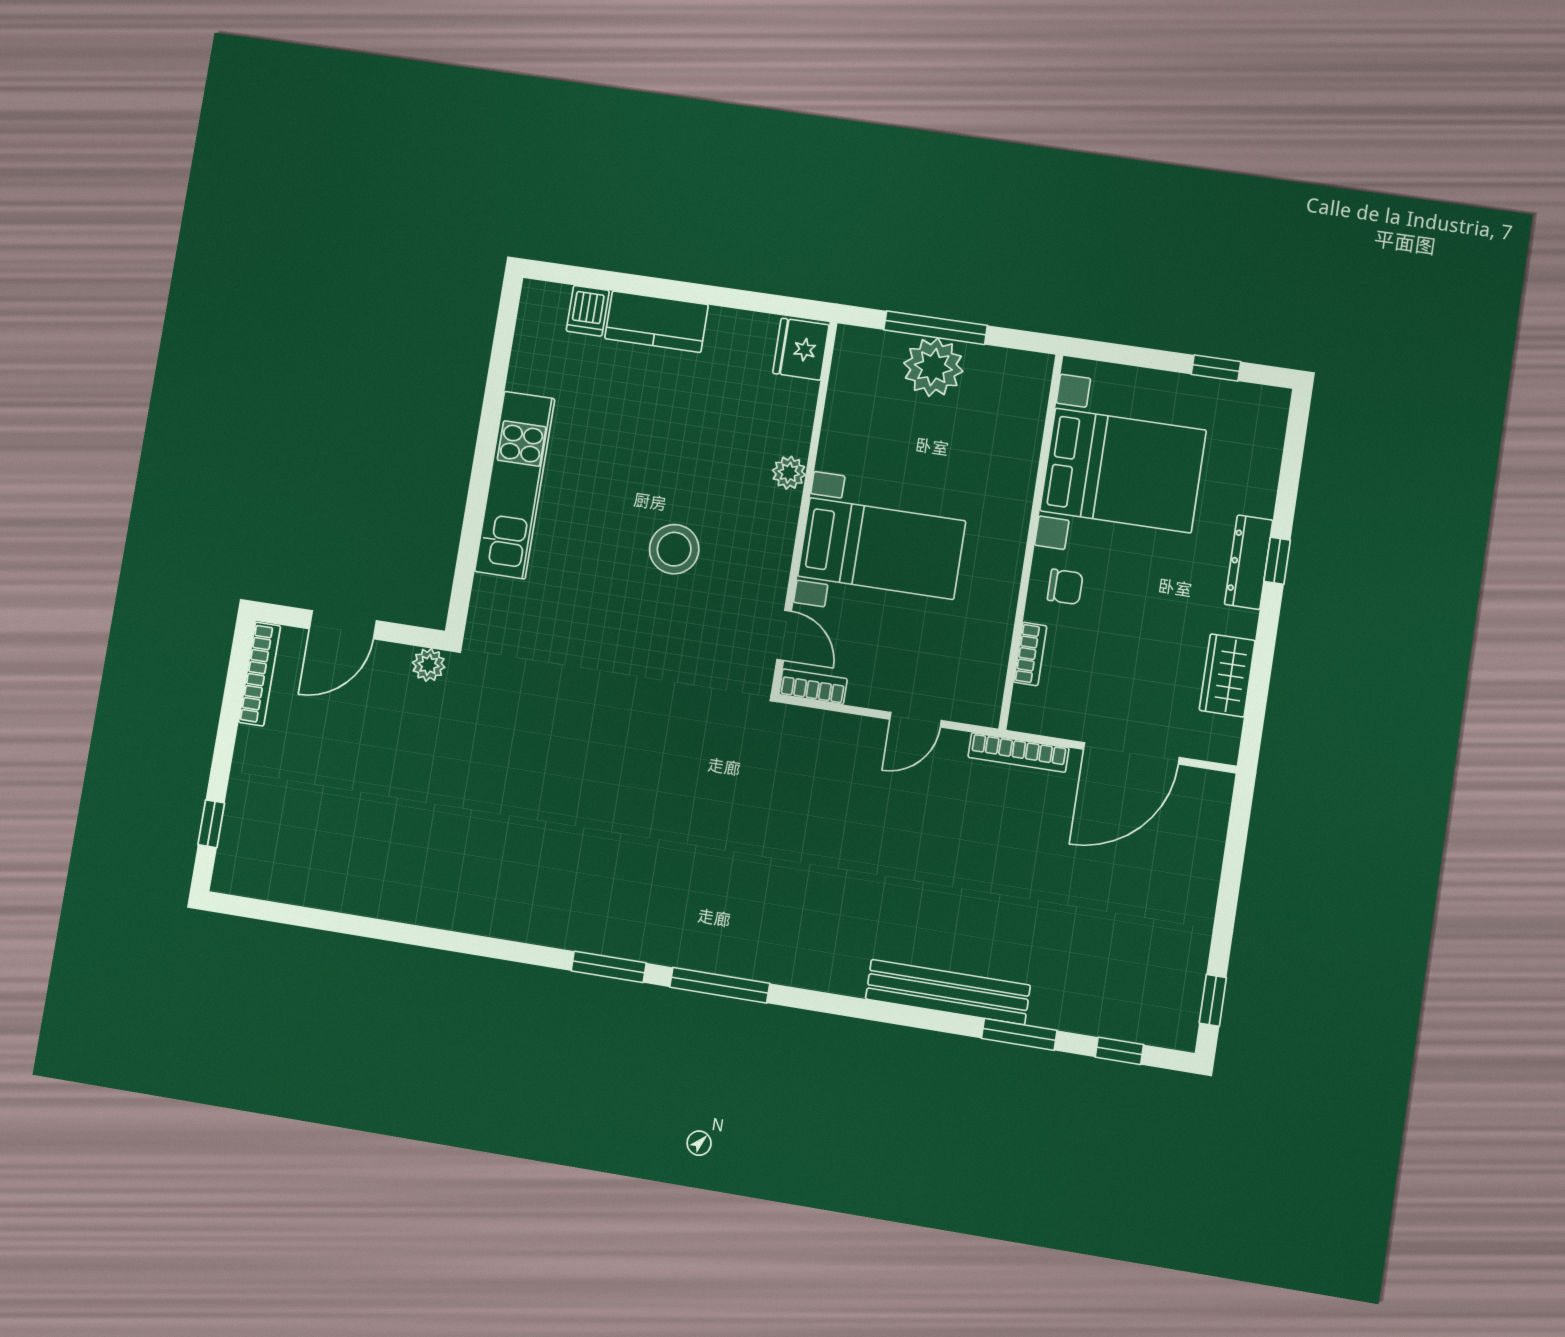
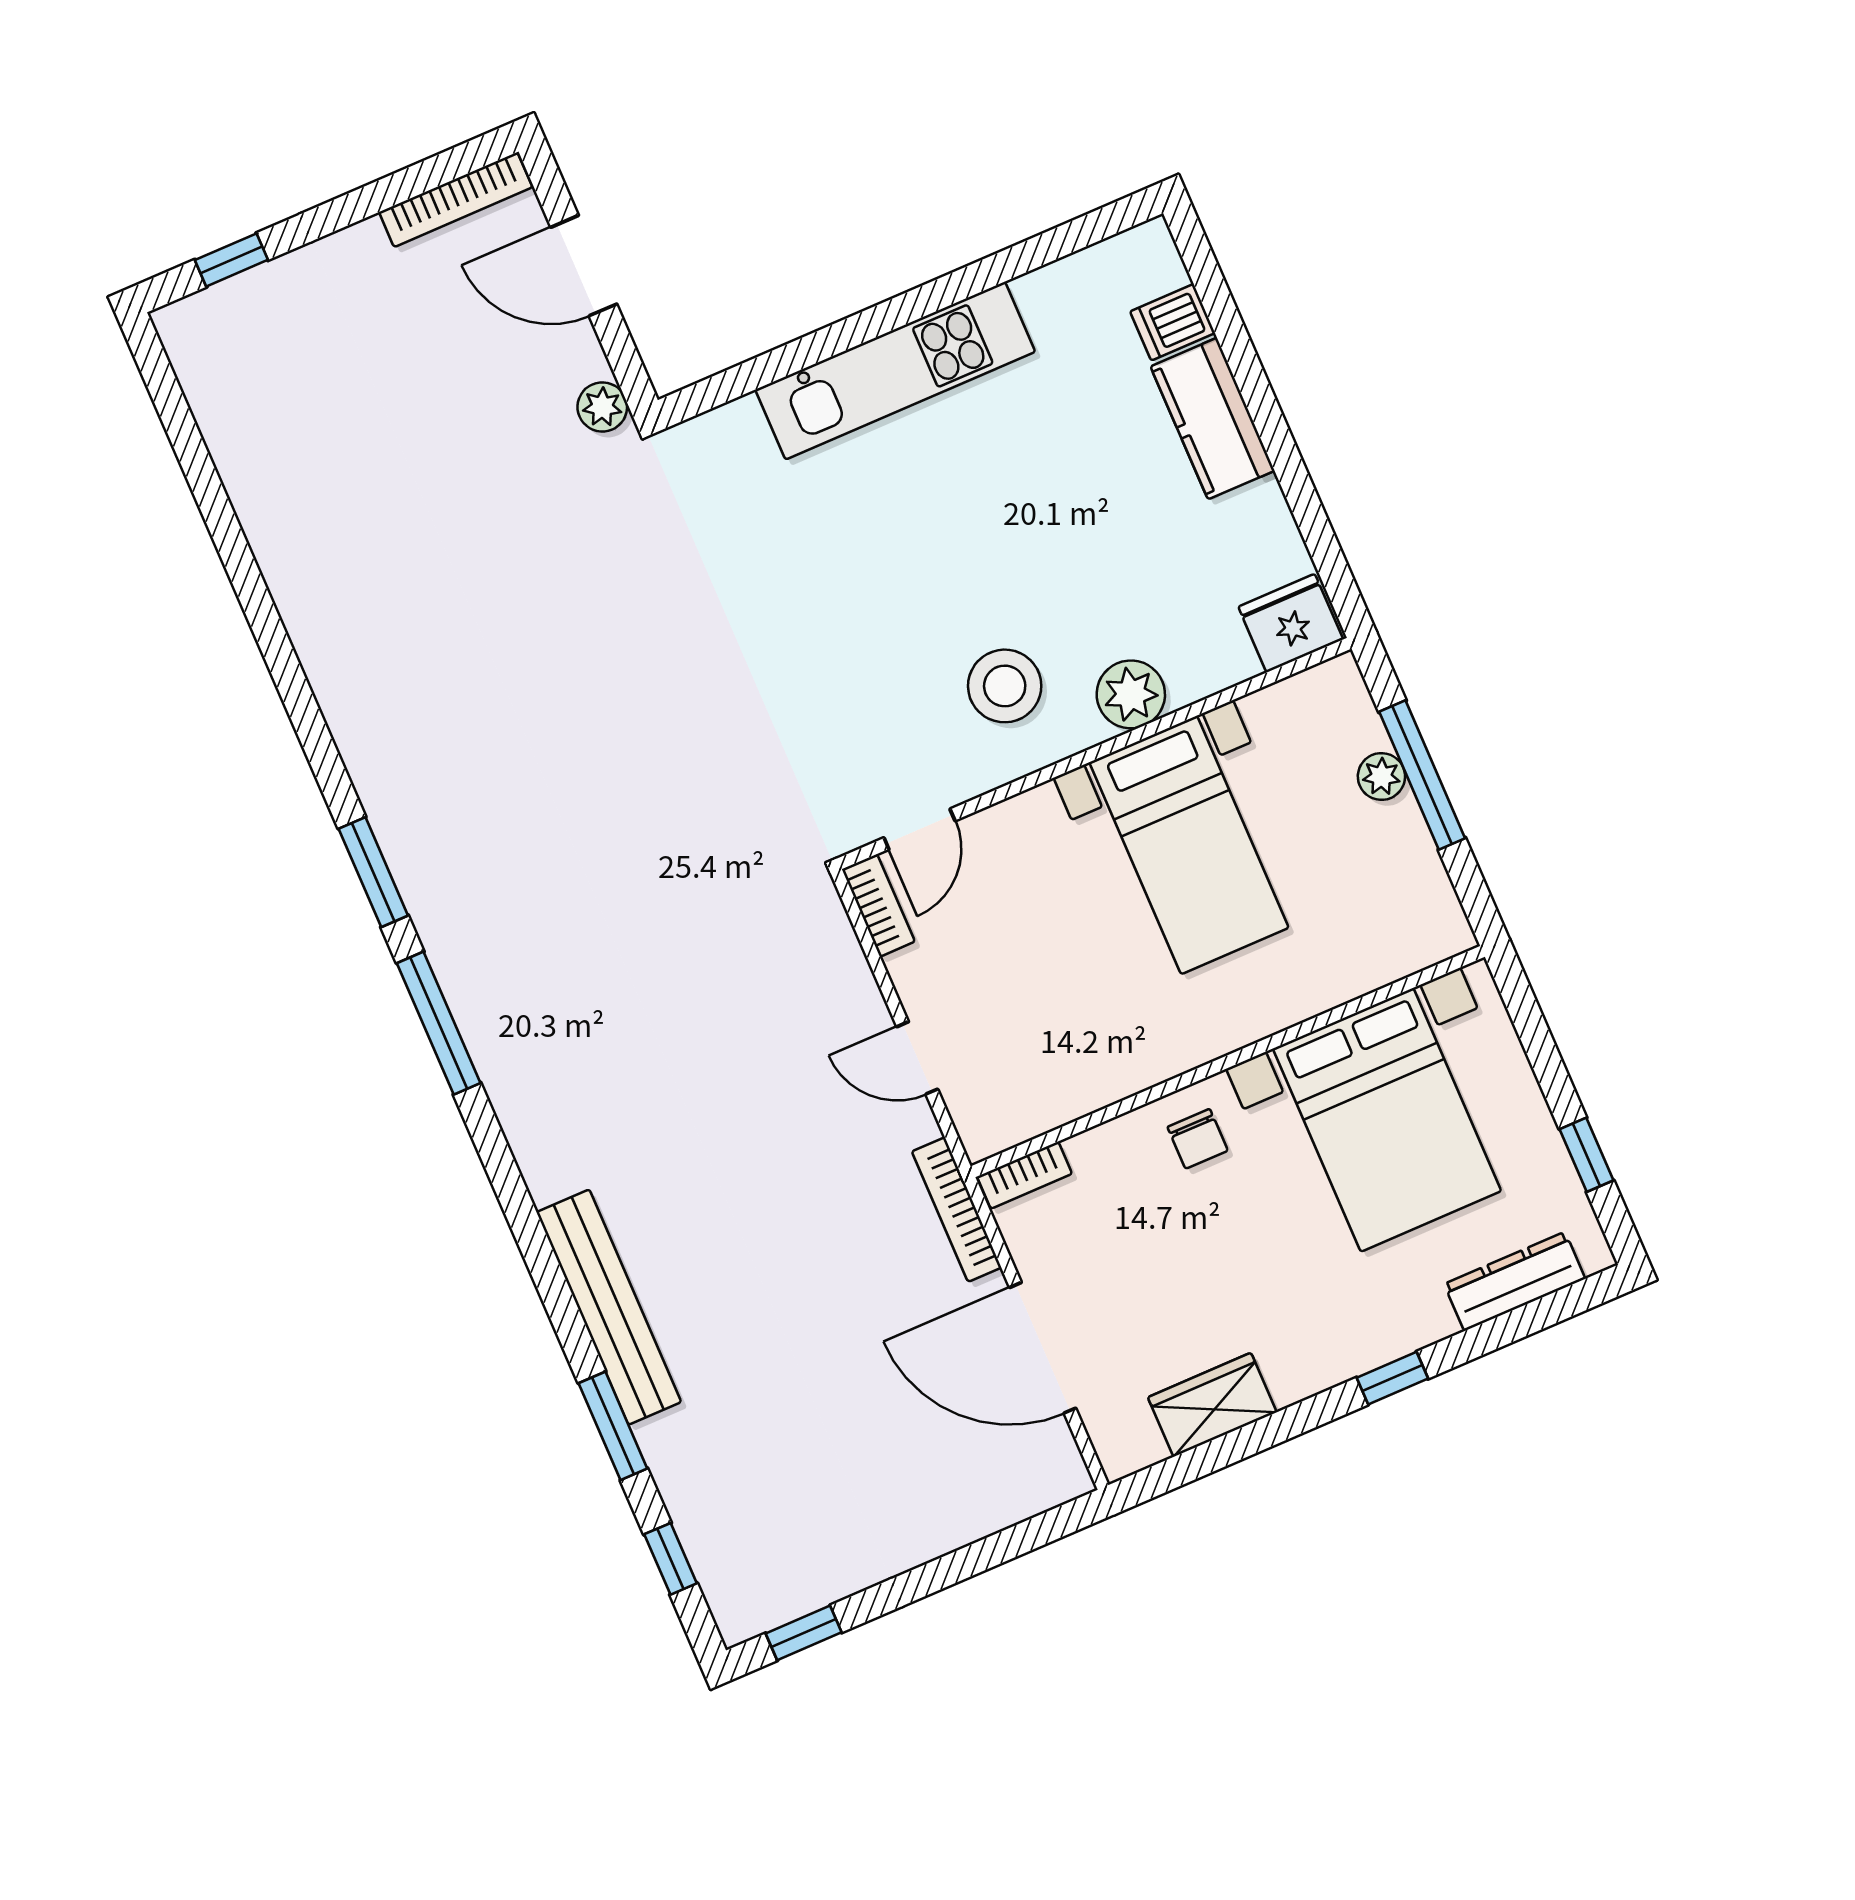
plant: (933, 367) -> (1381, 777), width x0.53, depth x0.53
plant: (789, 473) -> (1131, 694), width x1.38, depth x1.38
bed with nightstands: (882, 548) -> (1189, 845), moved
stool: (674, 549) -> (1005, 686), moved
dresser: (1249, 562) -> (1515, 1281), moved
bookcase: (1030, 654) -> (1024, 1175), moved

